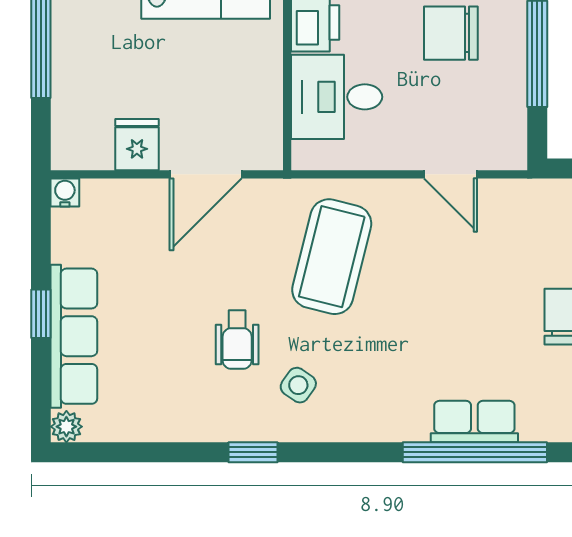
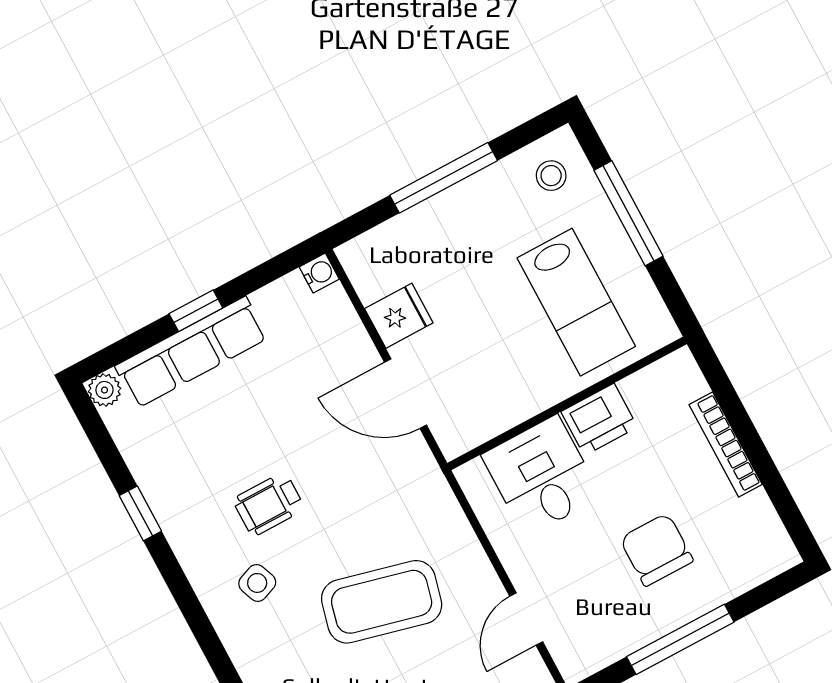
coffee table: (332, 257) -> (382, 602), moved
side table: (298, 385) -> (257, 583), turned 34
window: (253, 452) -> (140, 513), moved

